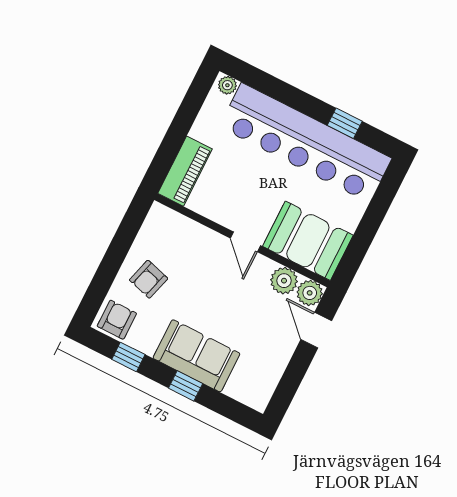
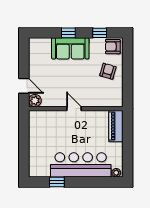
bar counter: (305, 143) -> (81, 165), width x0.73
booth: (308, 241) -> (47, 123), removed
plant: (284, 281) -> (49, 100), removed
armchair: (117, 320) -> (113, 47), turned 90

